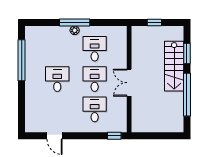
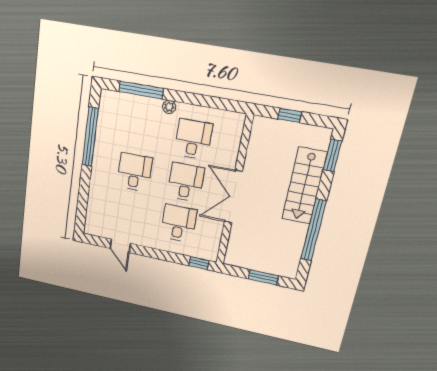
window: (75, 22) -> (141, 90), moved
window: (187, 54) -> (332, 155), moved
double door: (129, 83) -> (233, 197), width x1.37
window: (161, 136) -> (263, 277), added

